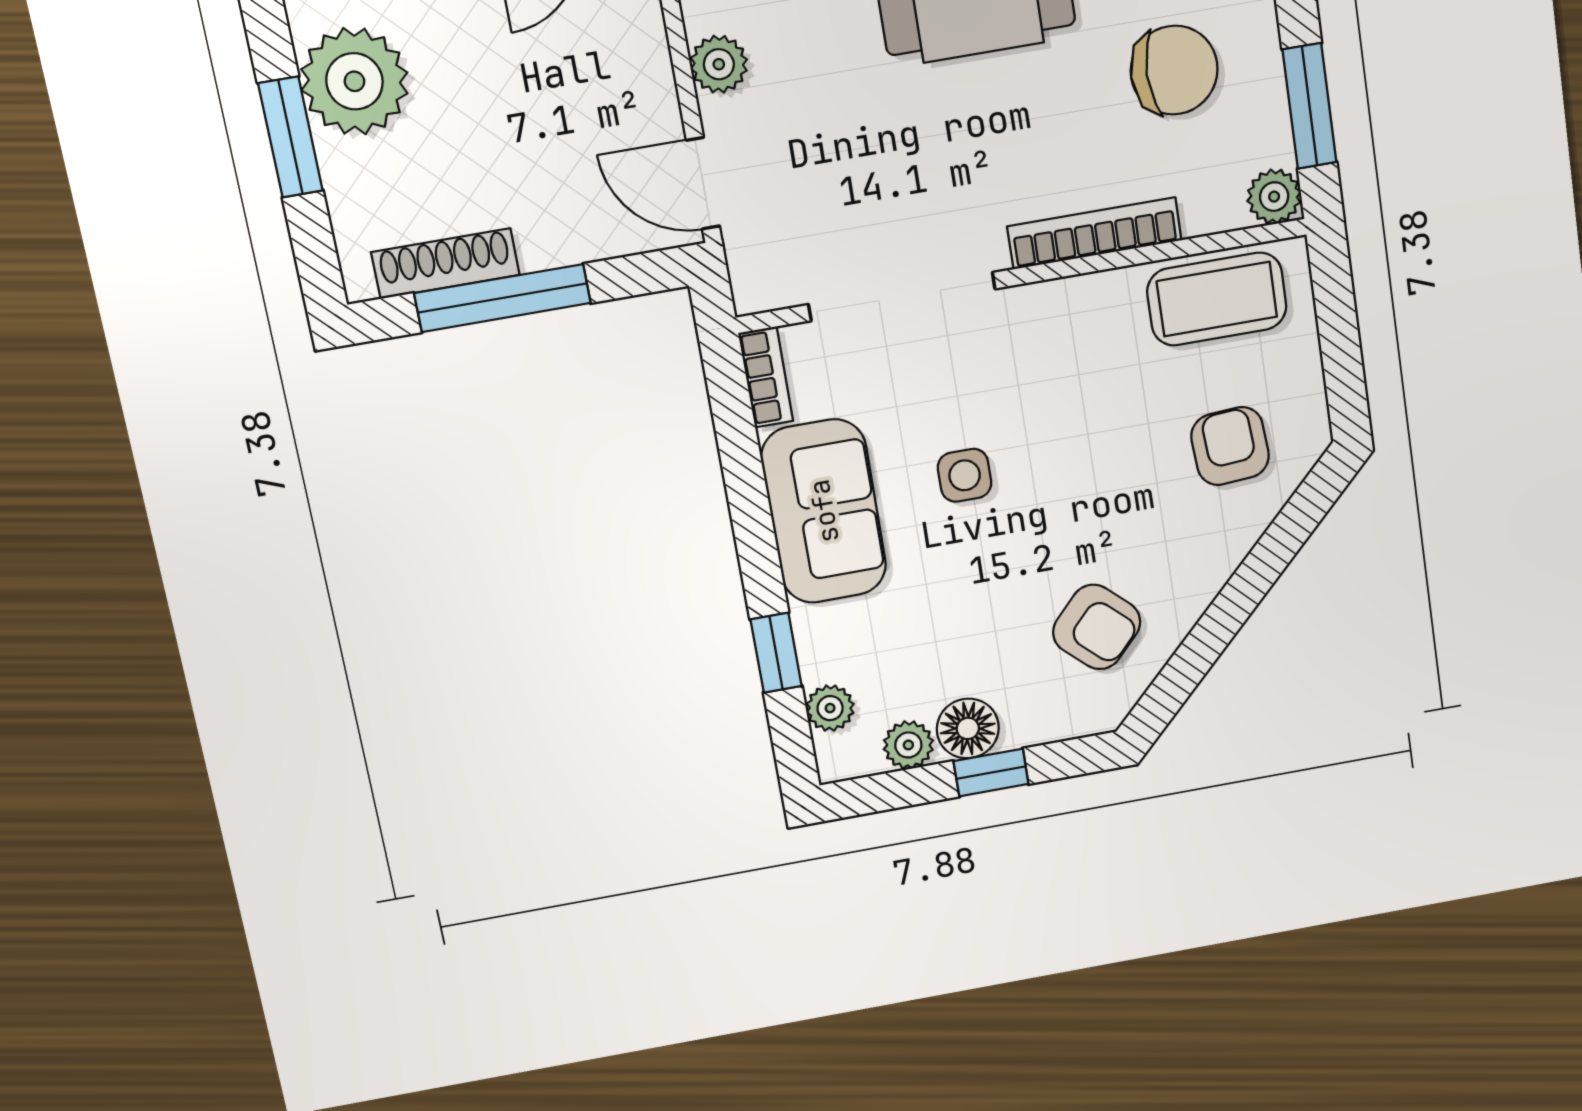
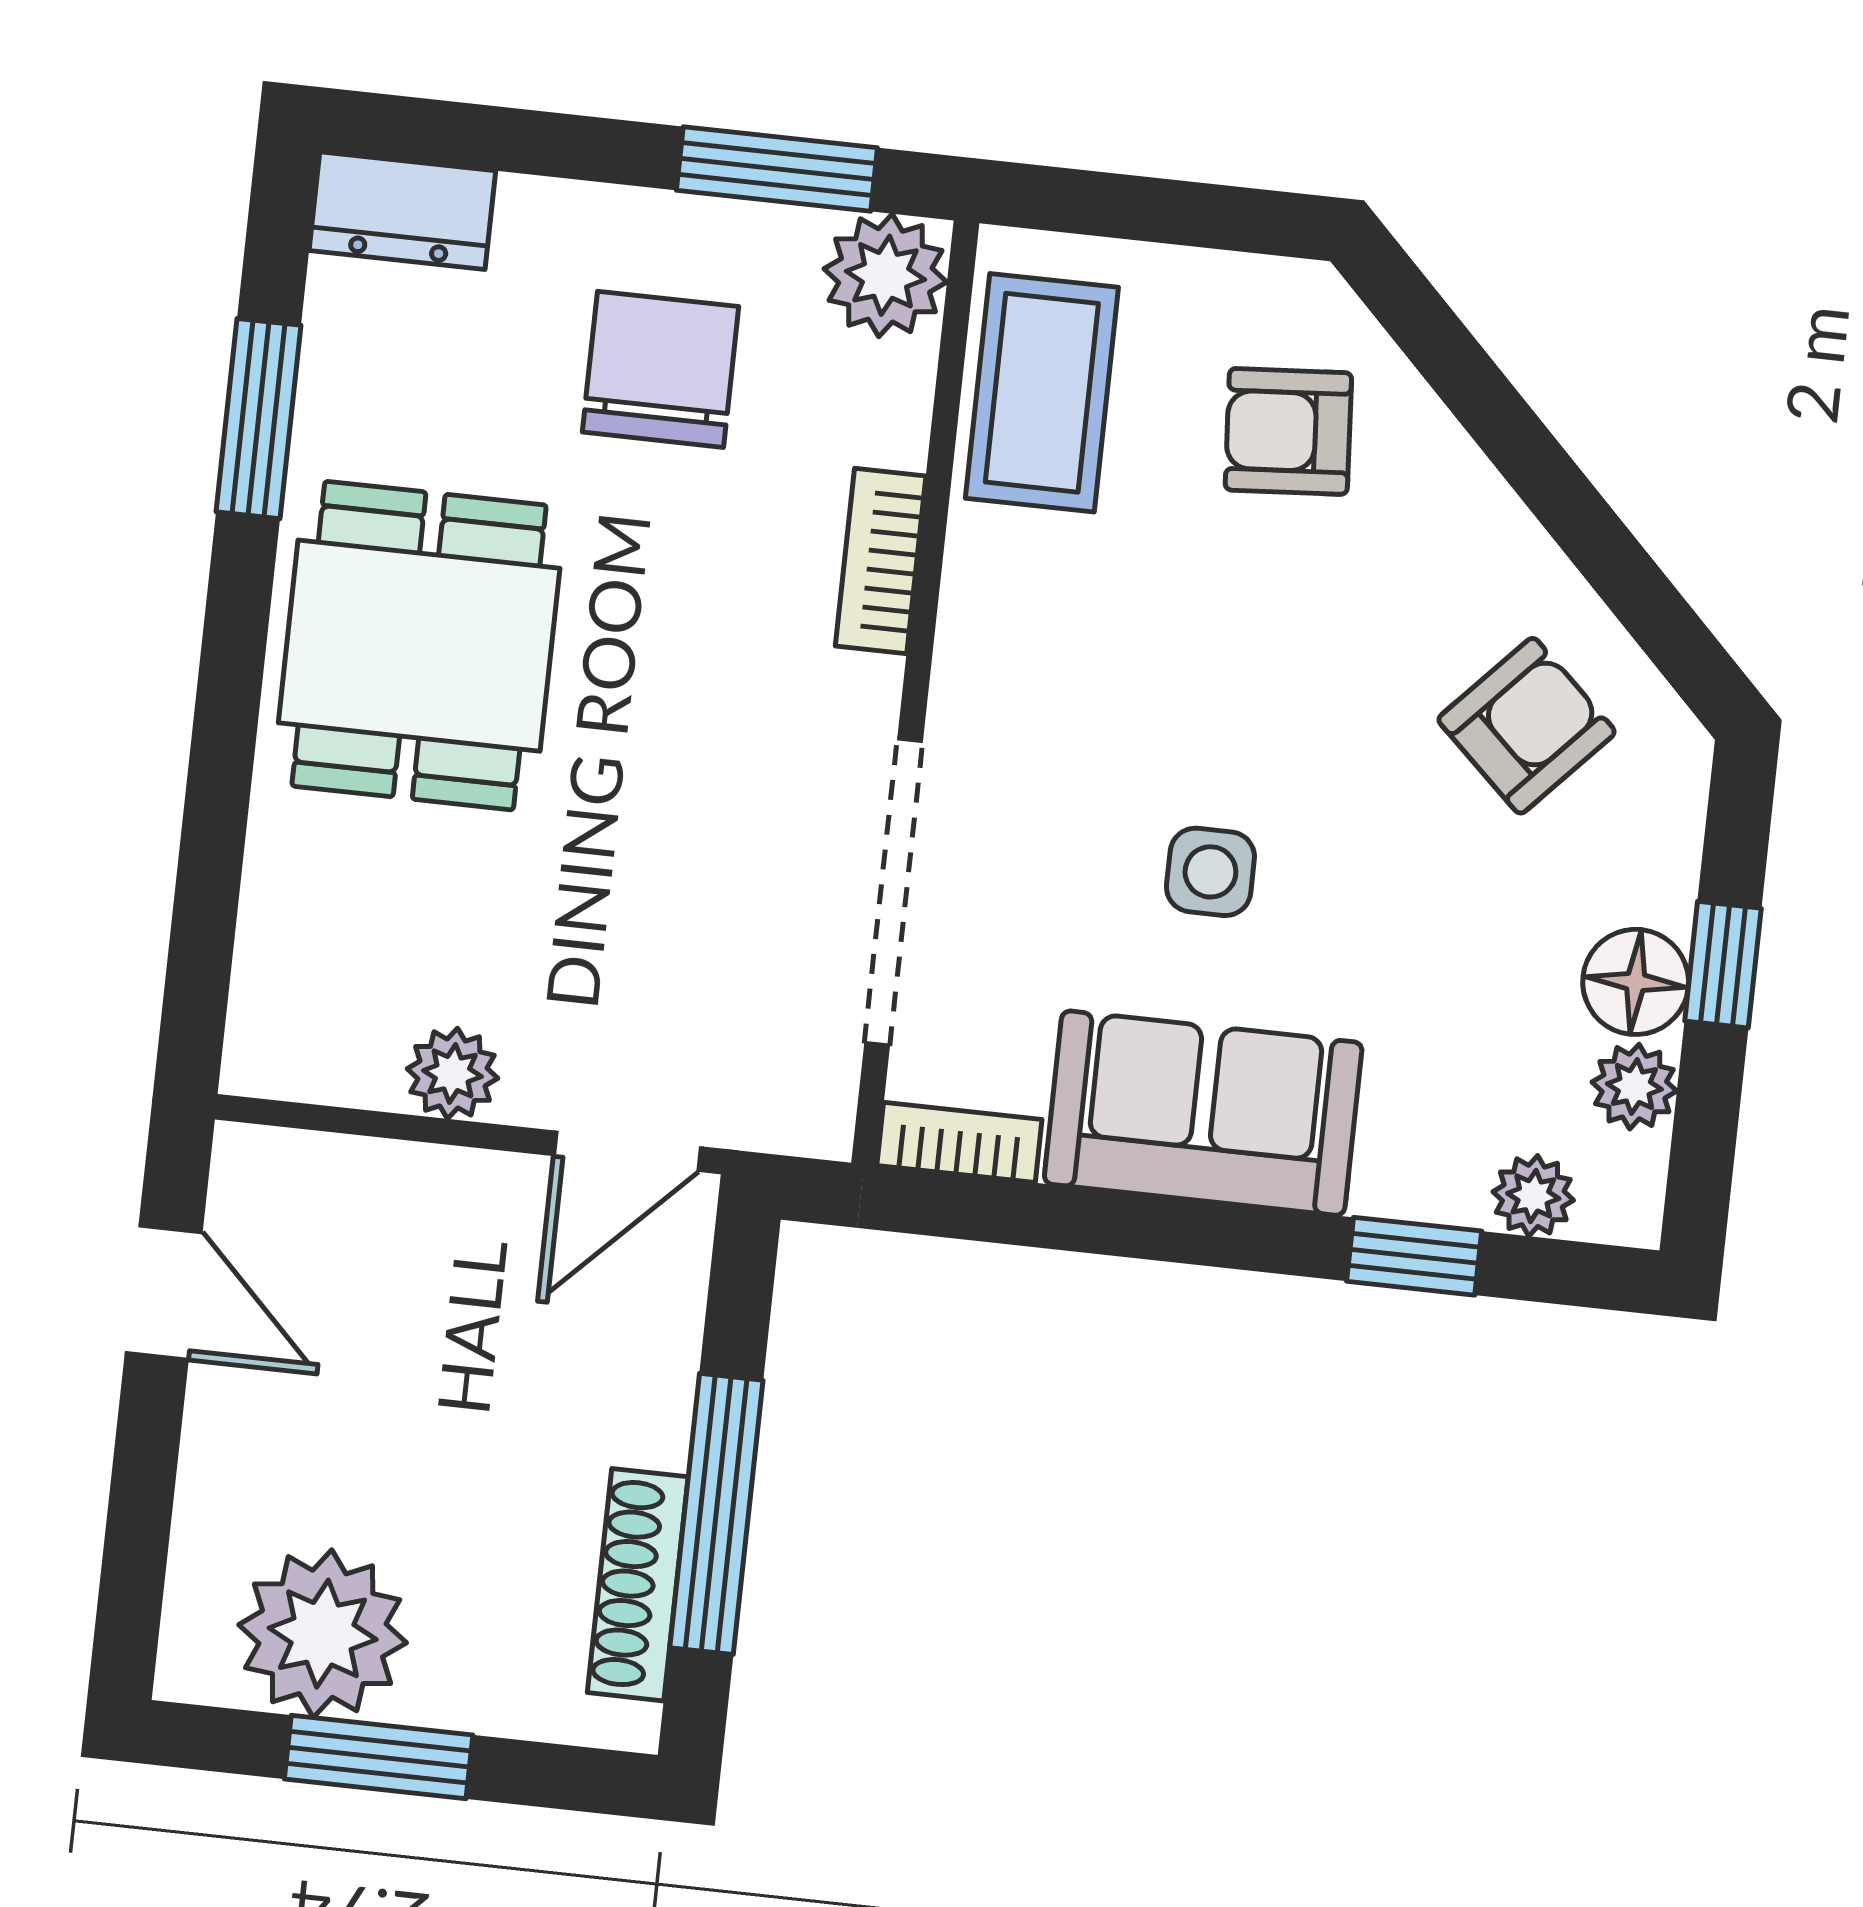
plant: (1274, 197) -> (885, 275), width x1.38, depth x1.38
bookcase: (1094, 233) -> (881, 561), width x0.64

